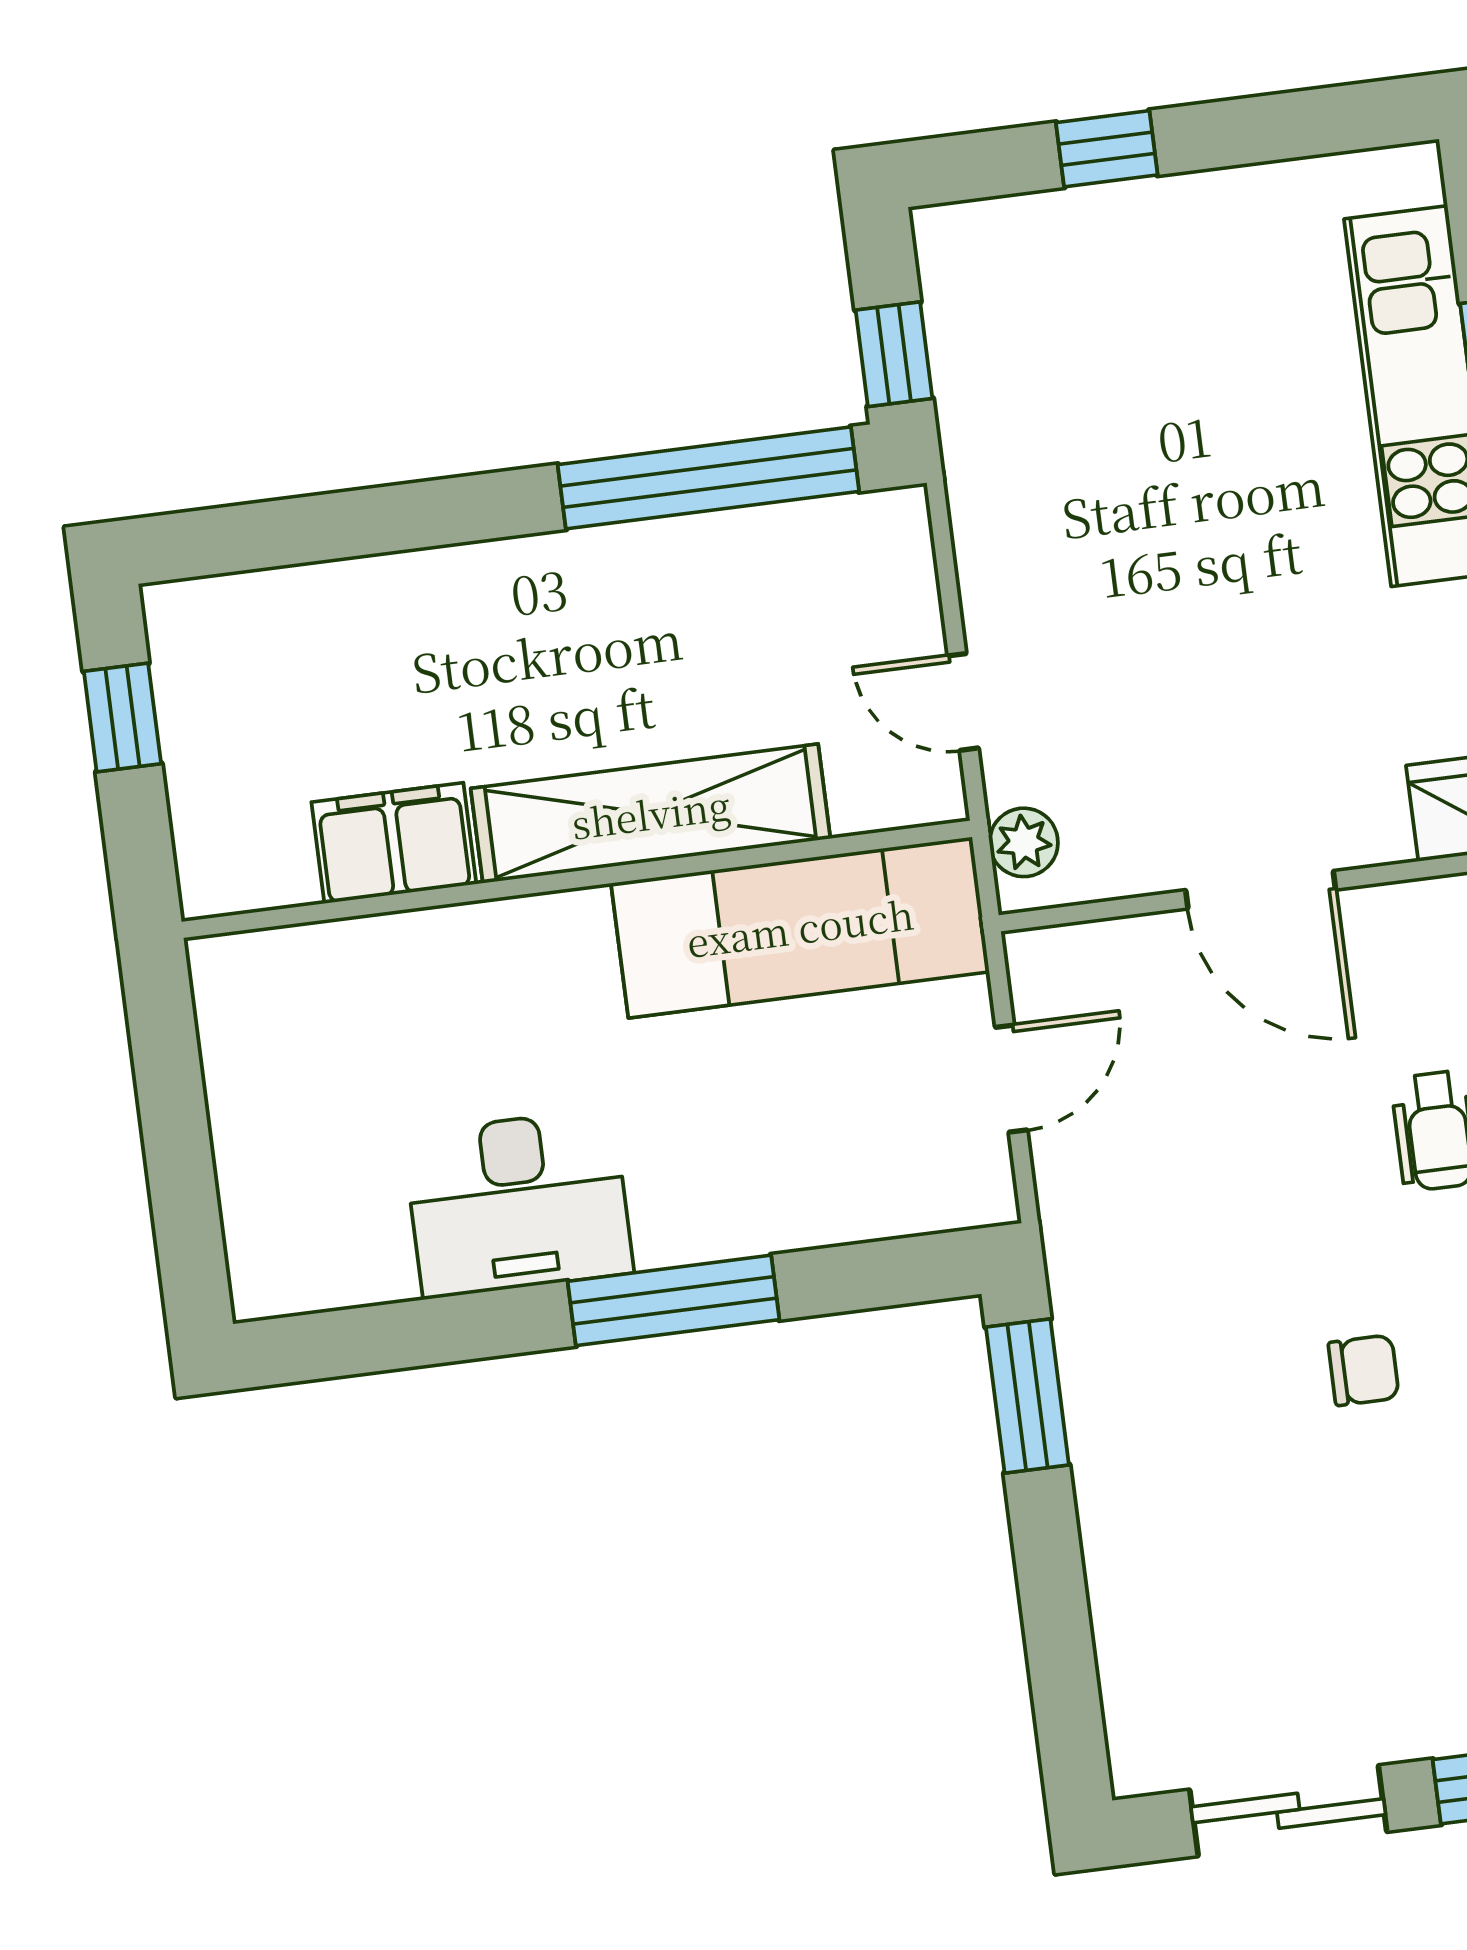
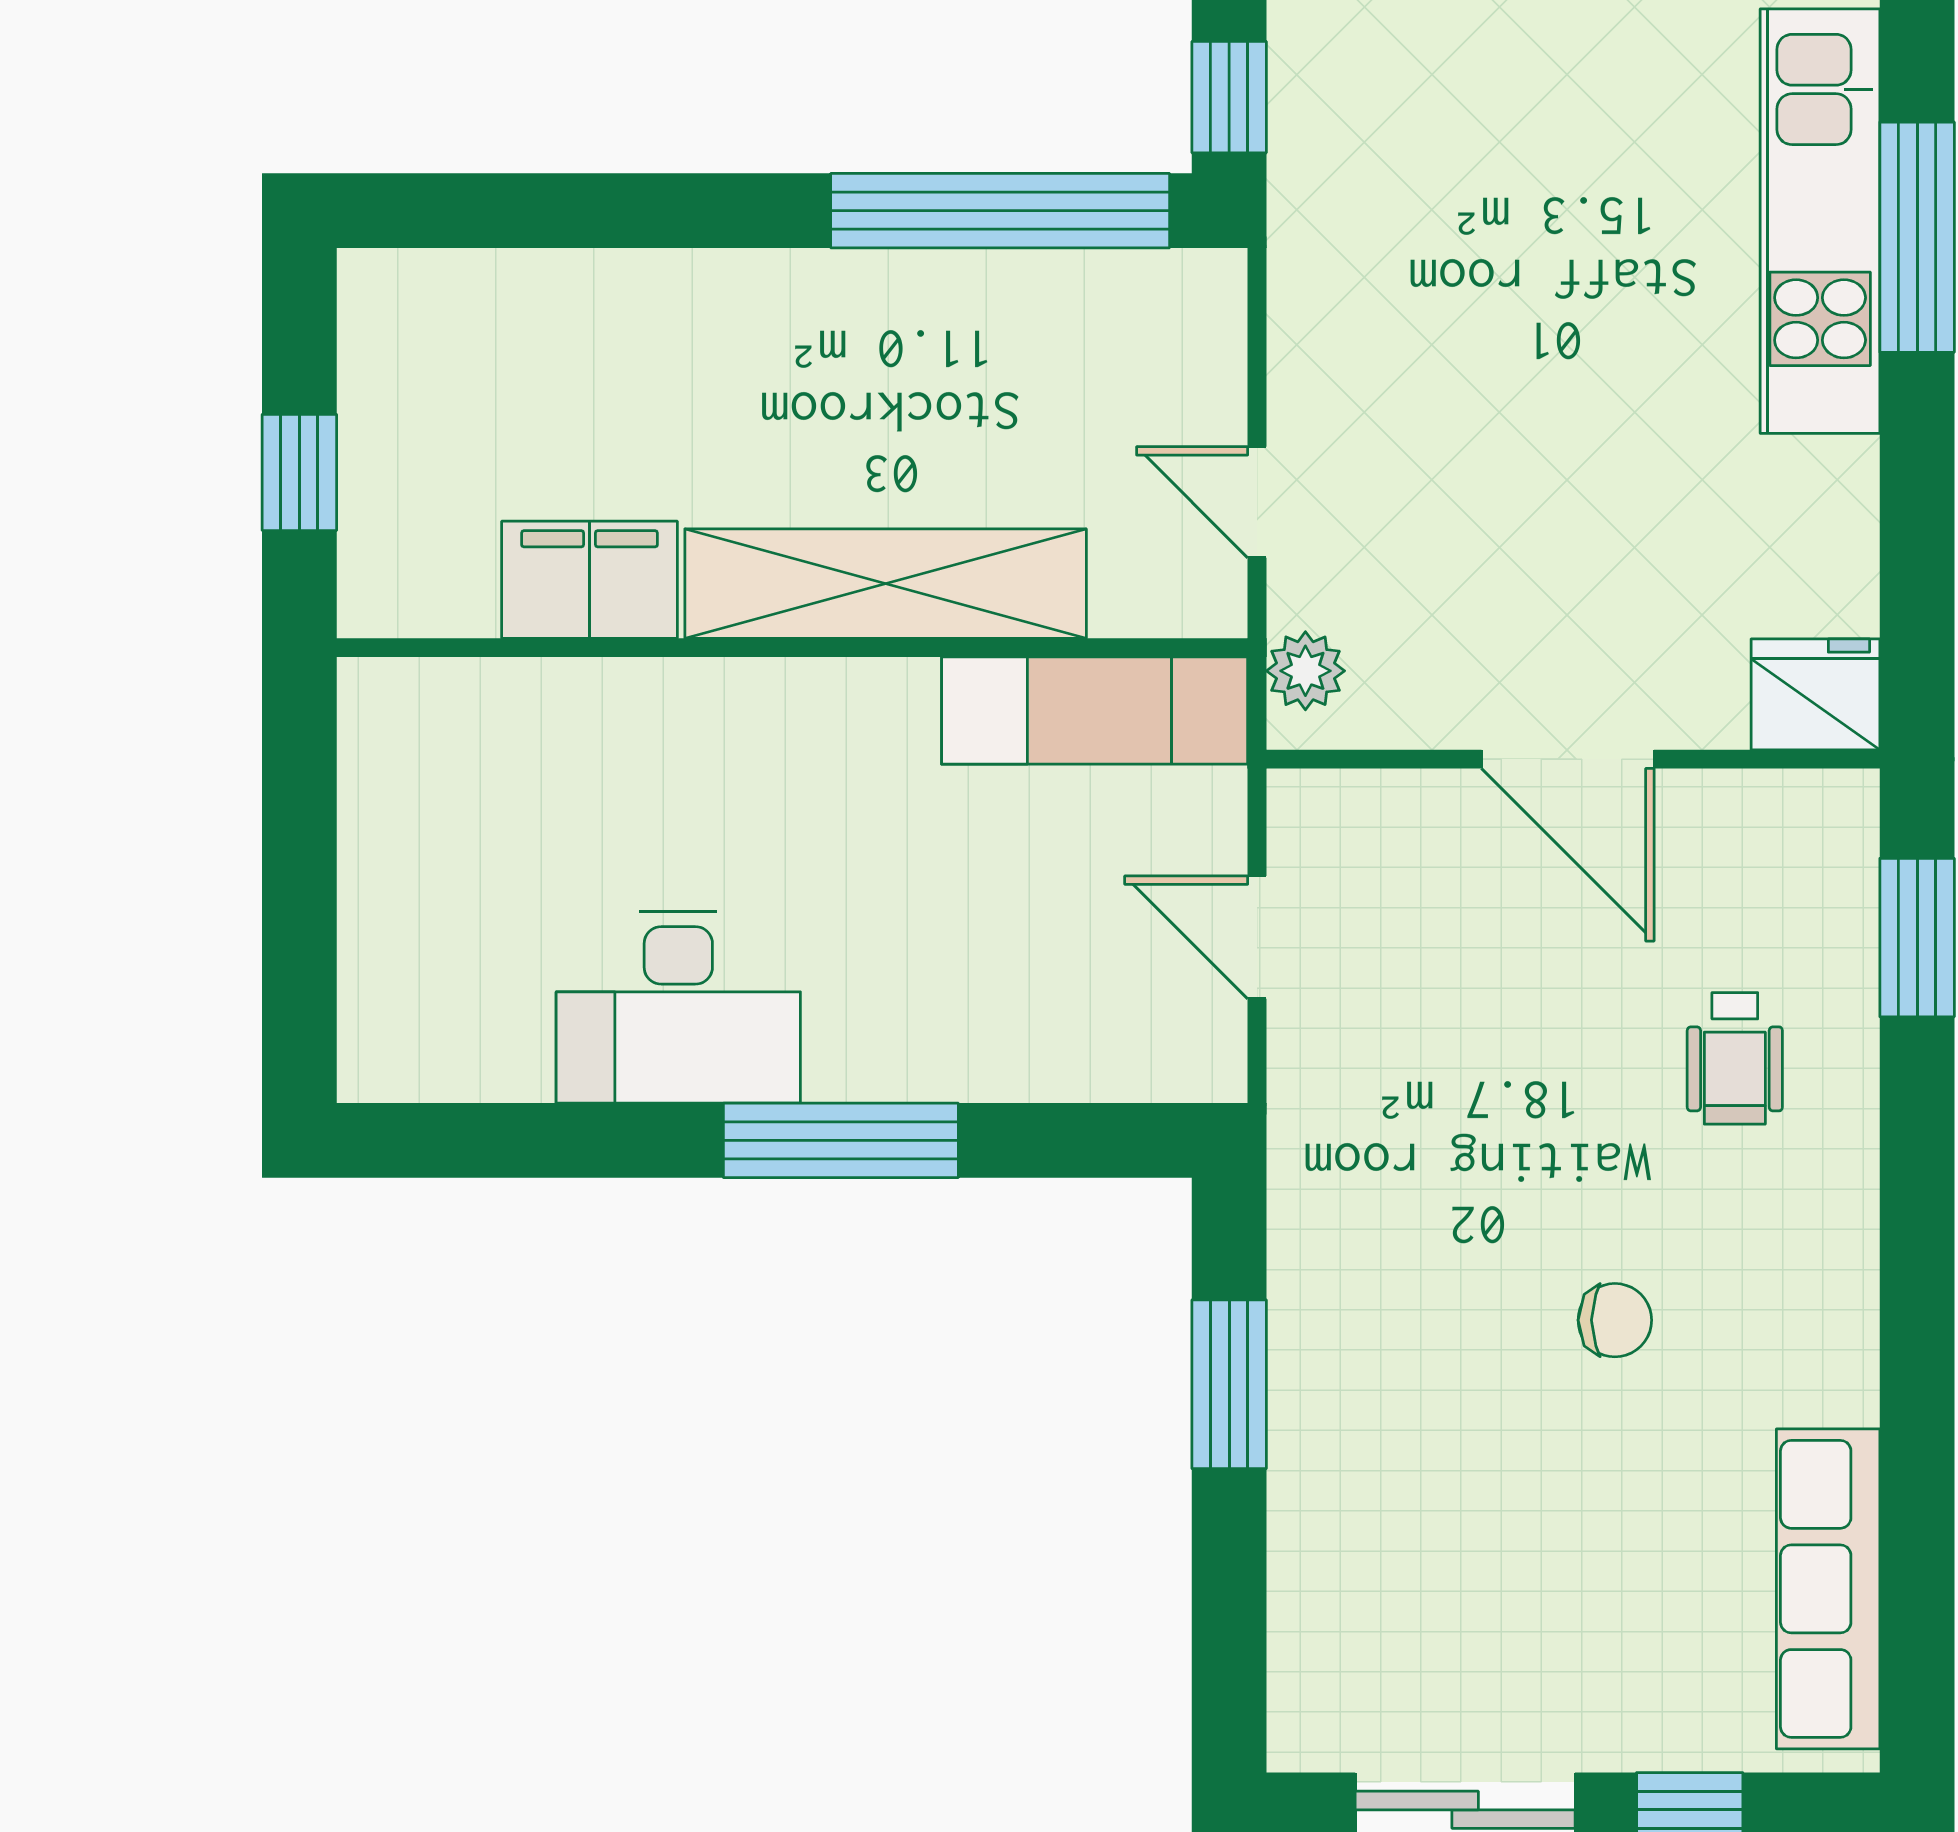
window: (122, 718) -> (299, 472), moved
exam couch: (800, 927) -> (1095, 711), width x0.73, depth x0.69
door: (1011, 1079) -> (1257, 937), swing flipped
window: (1027, 1396) -> (1229, 1384), moved

